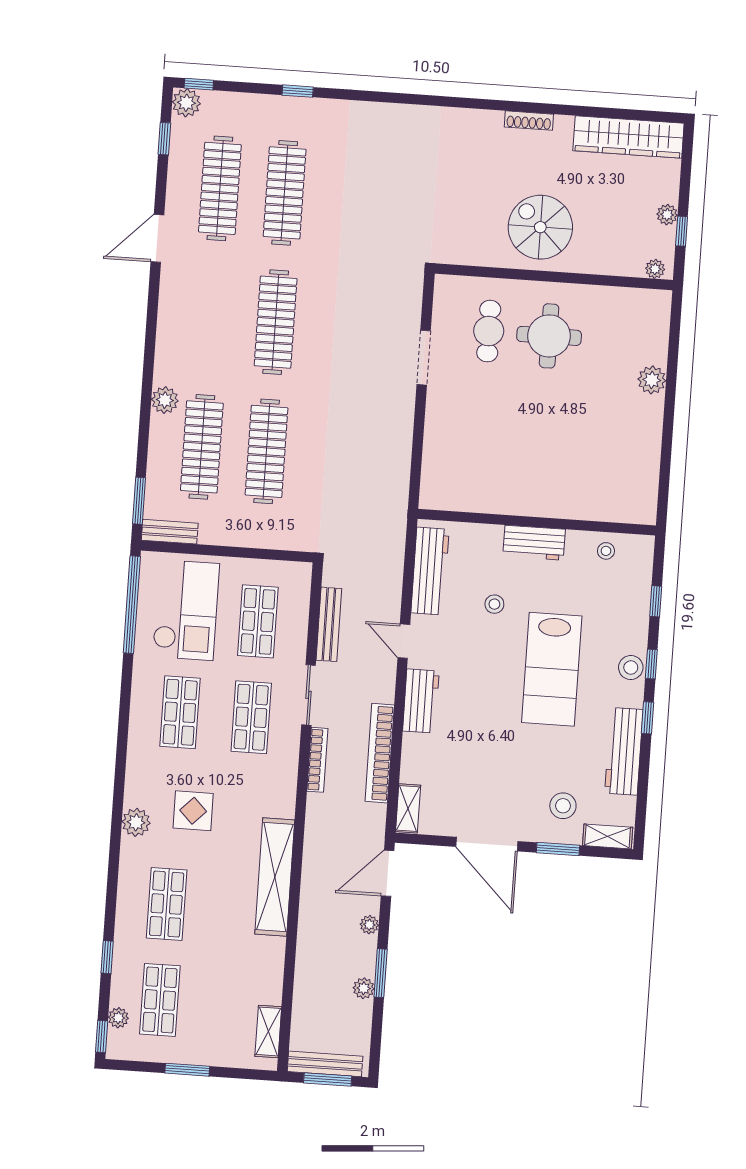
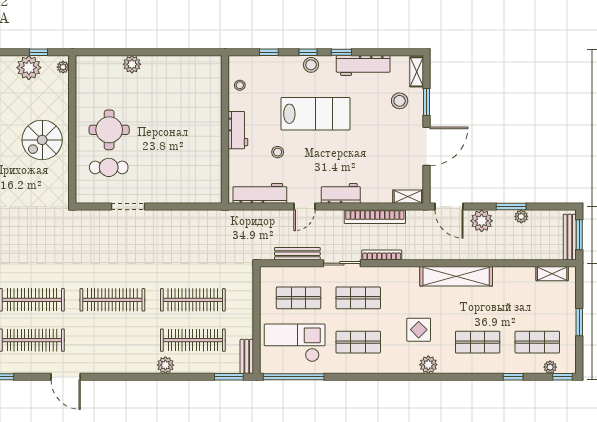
plant: (667, 215) -> (29, 68), width x1.88, depth x1.88
plant: (369, 925) -> (482, 221), width x1.88, depth x1.88

